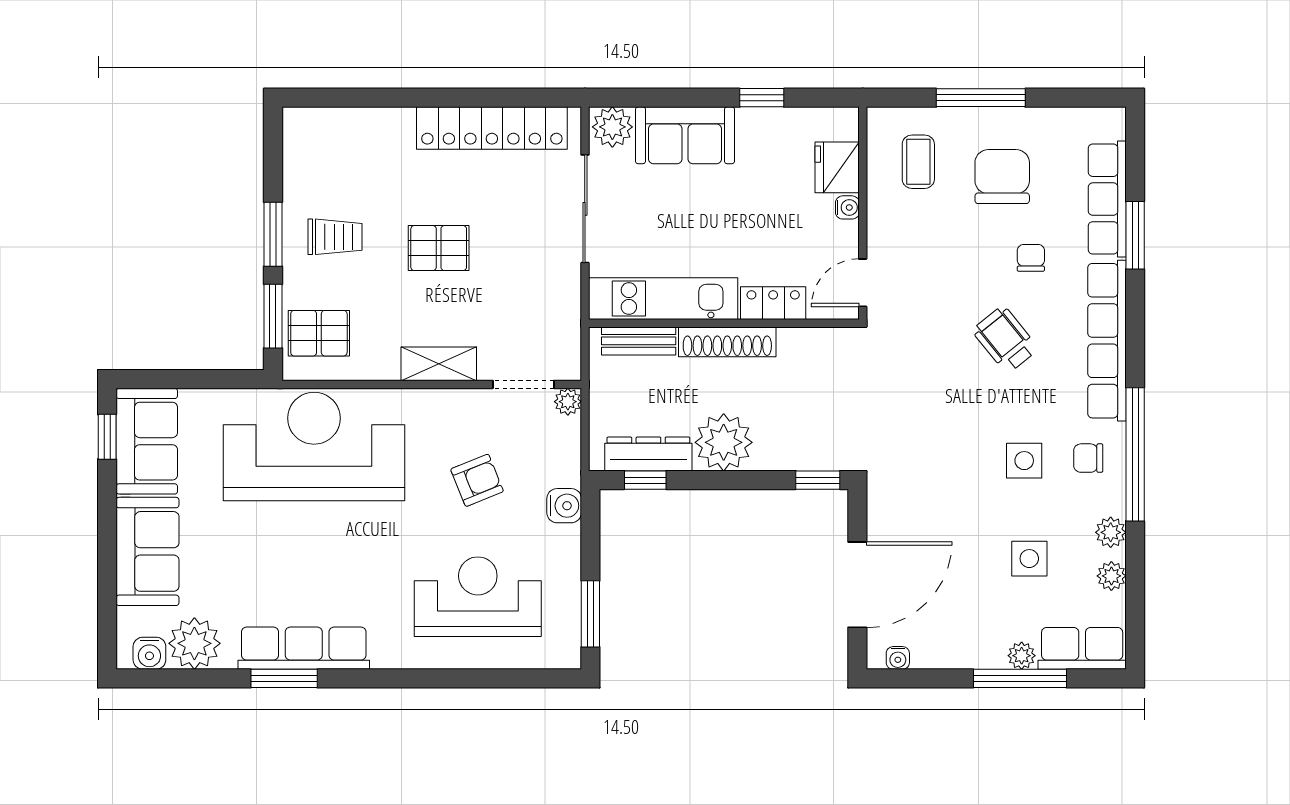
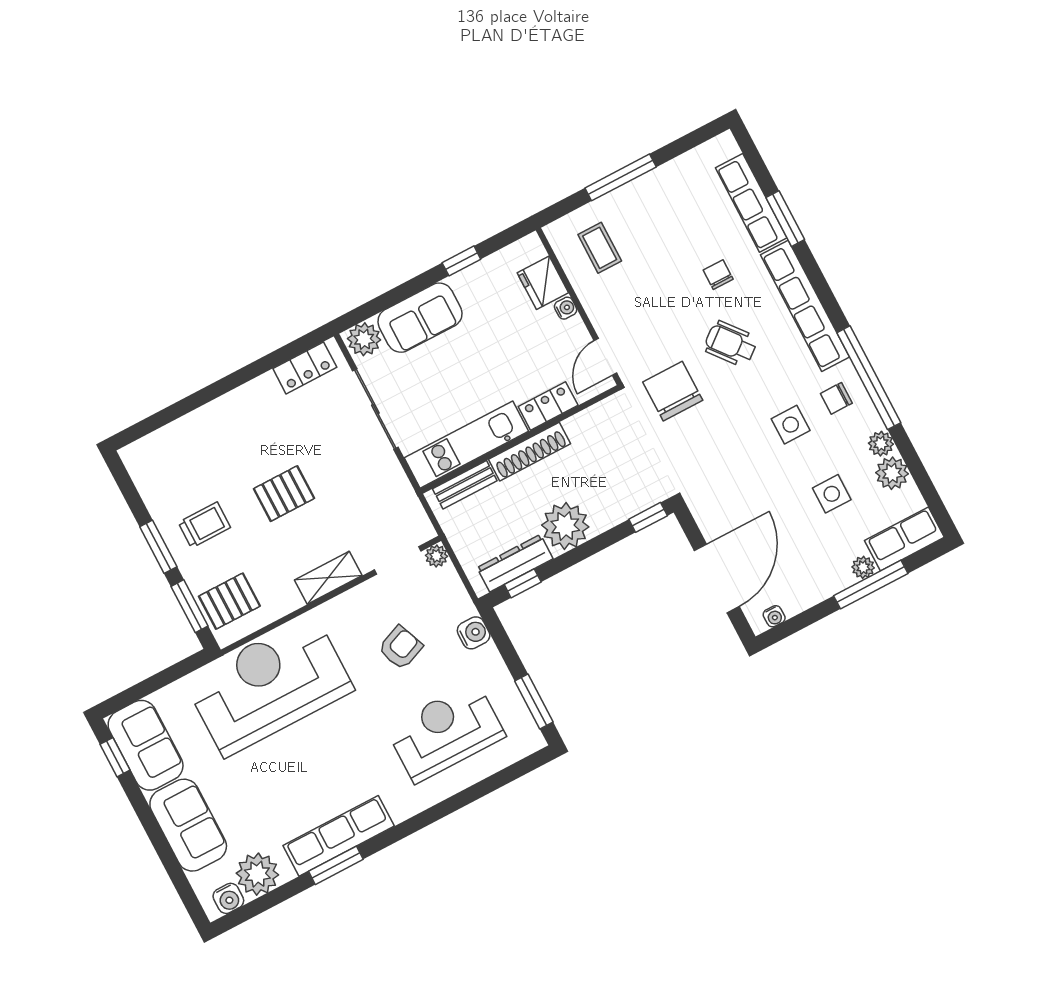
locker: (492, 128) -> (305, 368), width x0.46, depth x0.83
chair: (1002, 177) -> (673, 391), moved
plant: (1111, 576) -> (892, 473), width x1.38, depth x1.38

